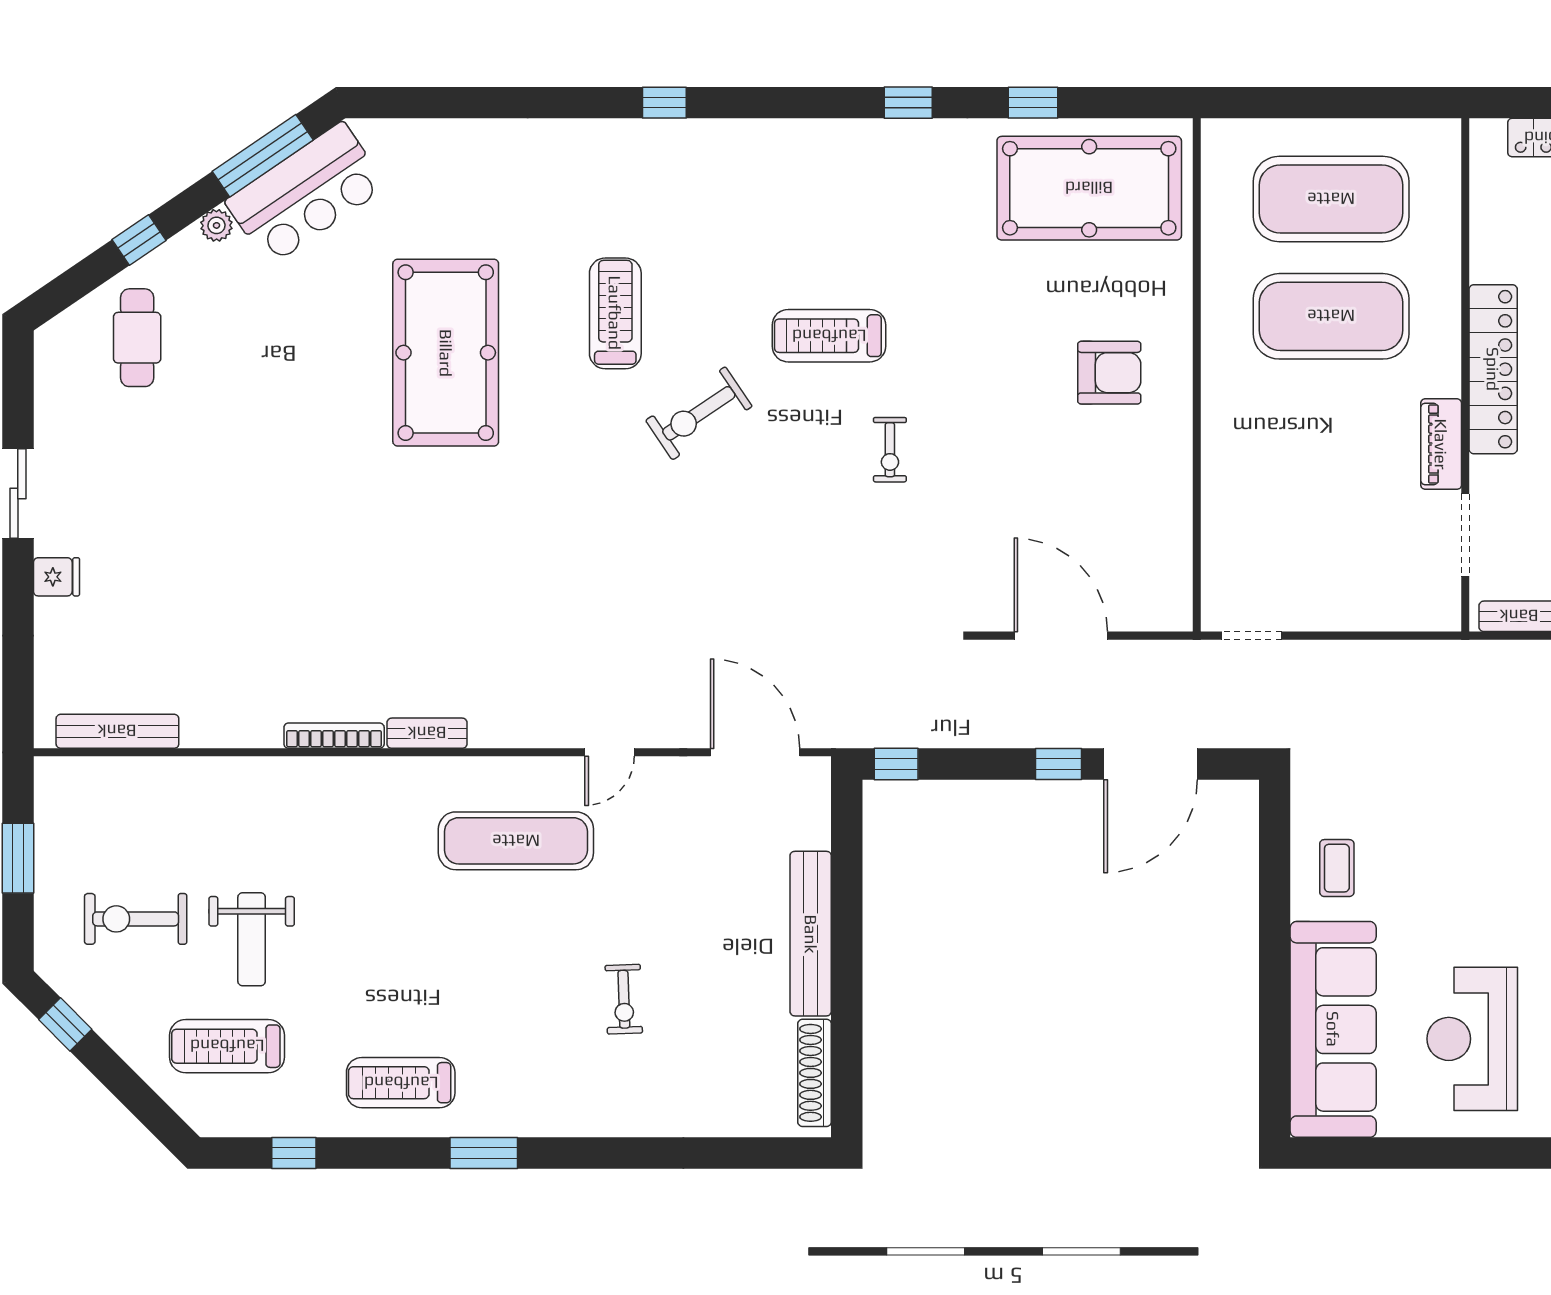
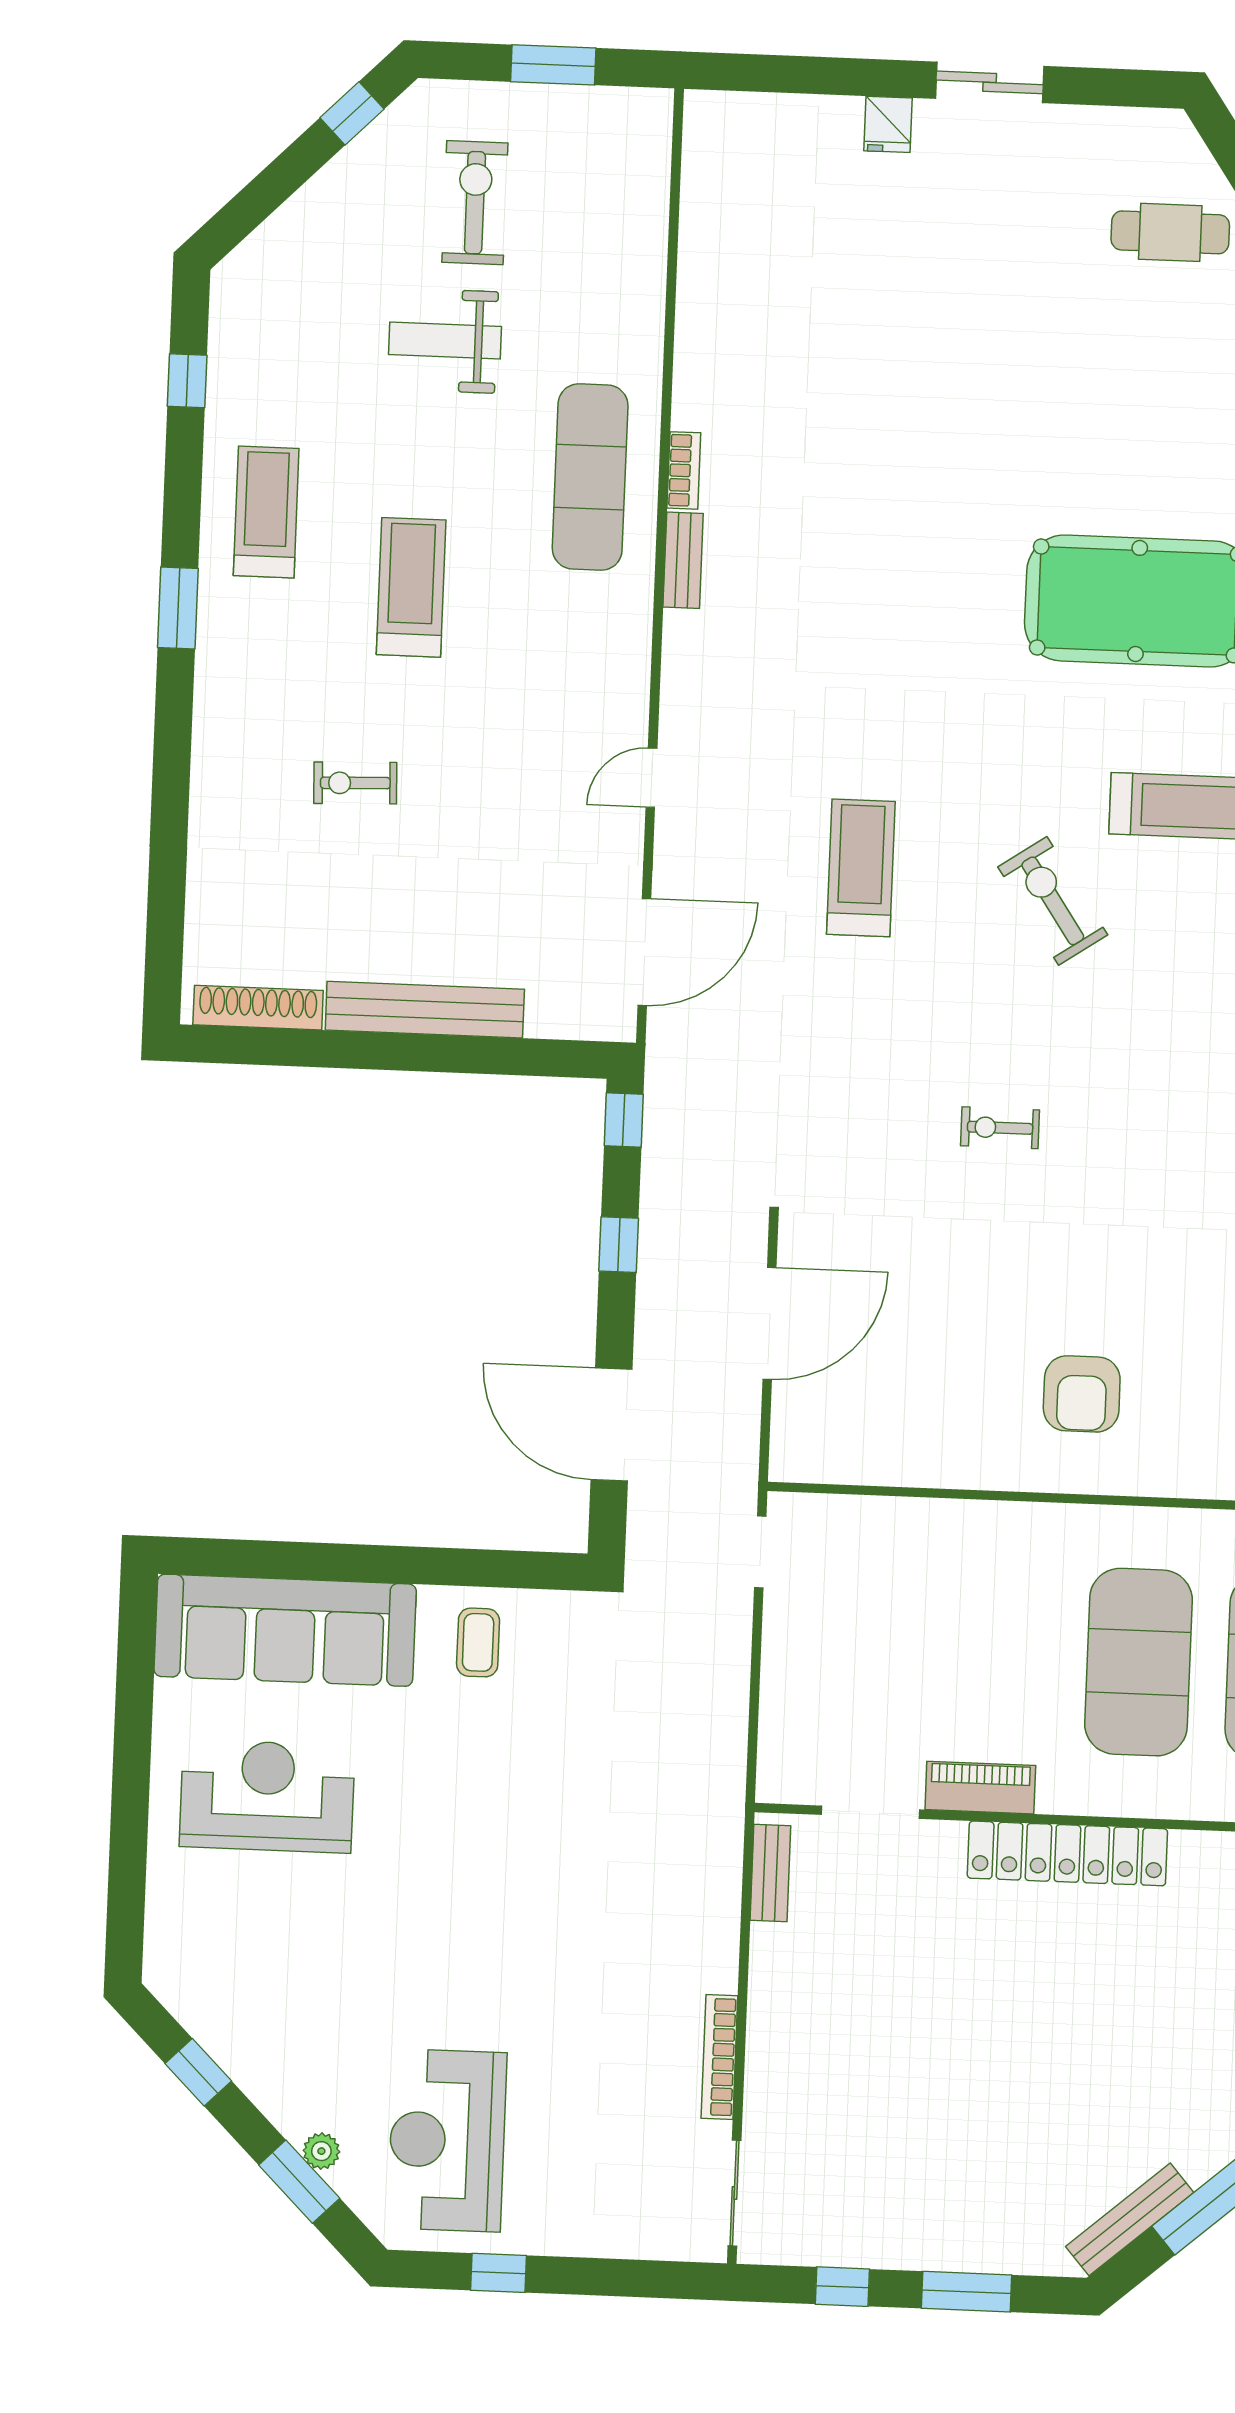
treadmill: (829, 336) -> (861, 868), moved
bench: (117, 731) -> (700, 190), removed
bookcase: (334, 736) -> (684, 470), width x0.64
door: (609, 752) -> (651, 778), hinge flipped
window: (1059, 764) -> (619, 1245), moved
exercise mat: (516, 841) -> (590, 477), moved
coffee table: (1337, 868) -> (478, 1642), turned 90
treadmill: (227, 1046) -> (411, 587), moved

